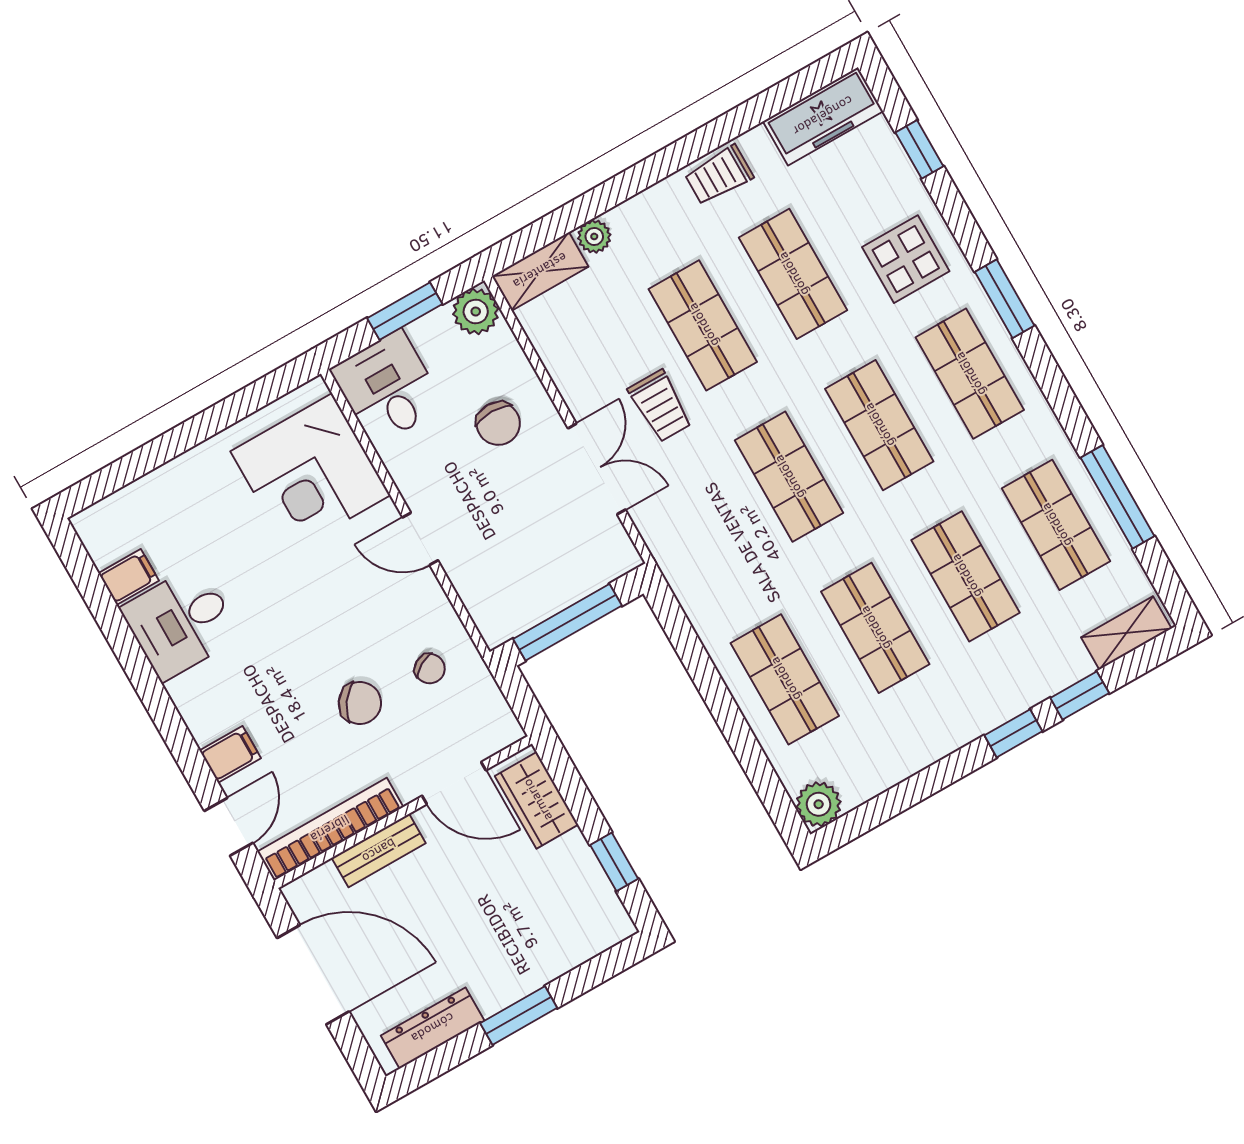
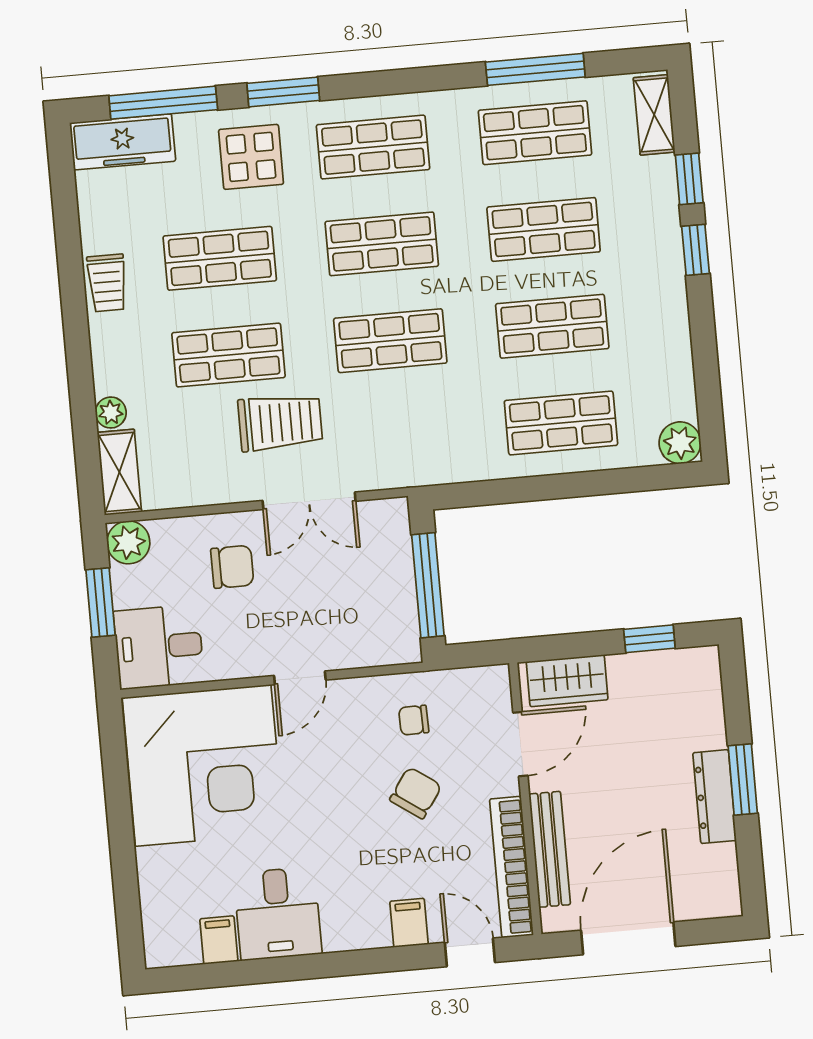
freezer: (823, 116) -> (123, 142), moved, turned 90
window: (919, 149) -> (163, 103), width x2.17
window: (1005, 299) -> (283, 92), moved
trolley: (660, 406) -> (280, 422), width x1.36, depth x1.39
double door: (597, 469) -> (309, 501), swing flipped
corner desk: (310, 473) -> (203, 765), width x1.36, depth x1.36
chair: (430, 669) -> (414, 720), turned -151
bench: (379, 851) -> (550, 849), width x1.36
dresser: (433, 1028) -> (715, 797), moved

